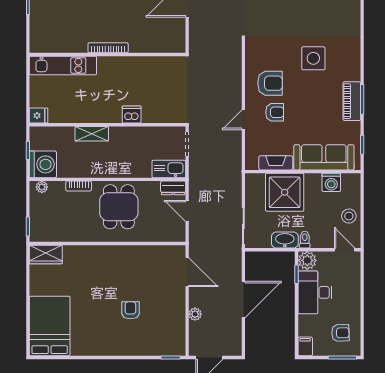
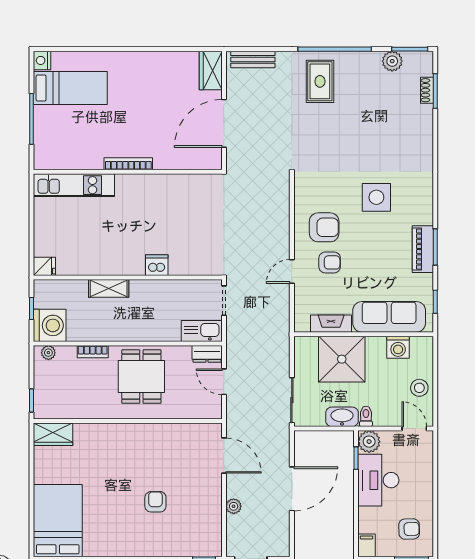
bookcase: (108, 48) -> (128, 164), moved
wall: (107, 54) -> (128, 172), moved
kitchen unit: (63, 65) -> (74, 185), moved

